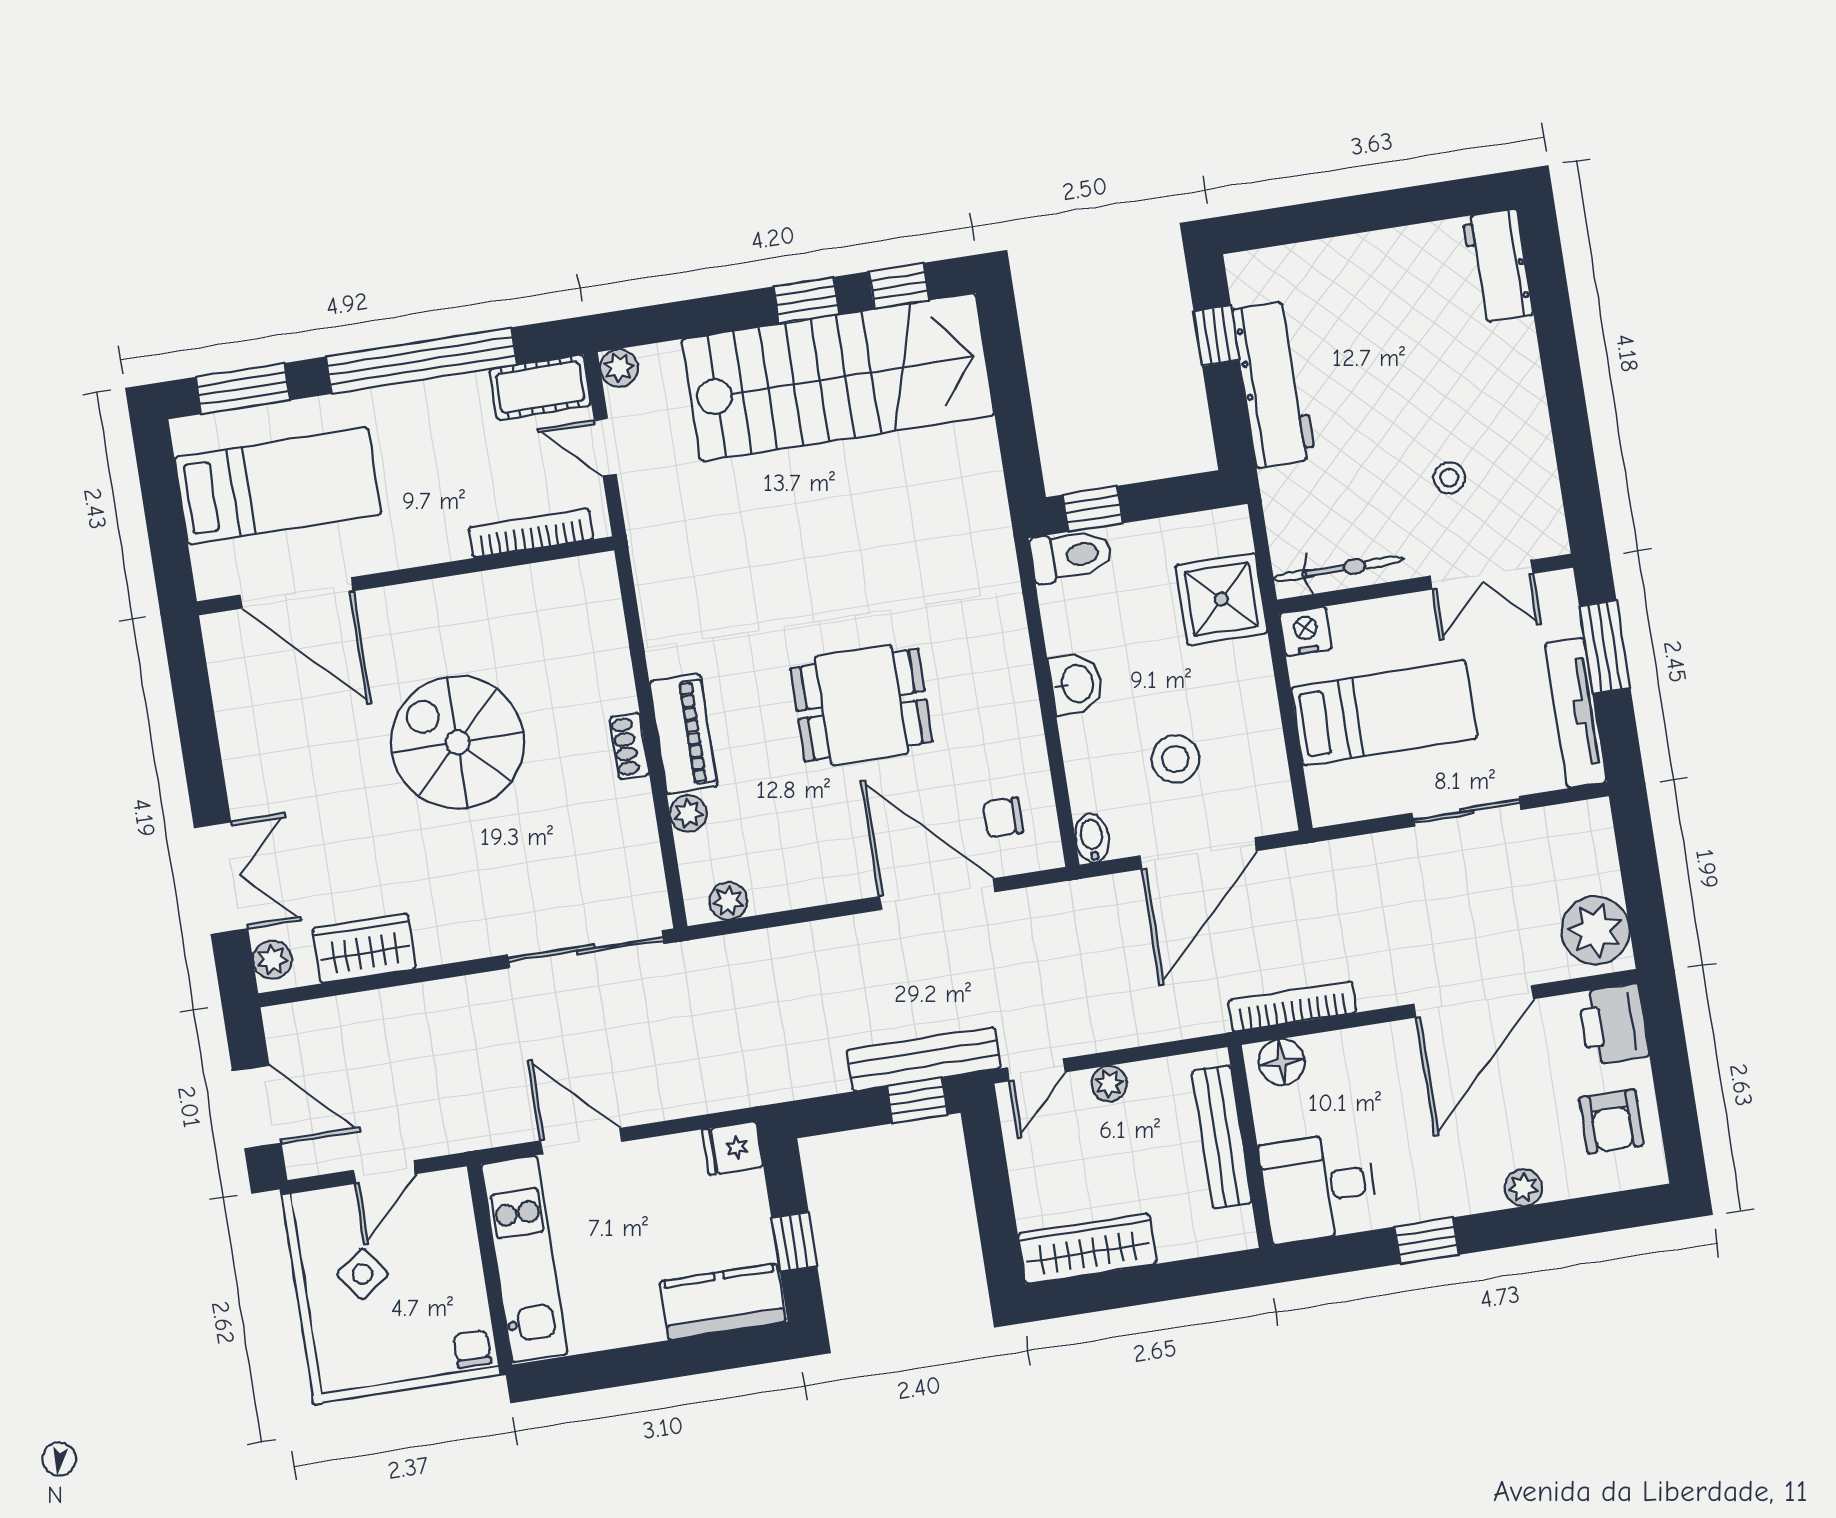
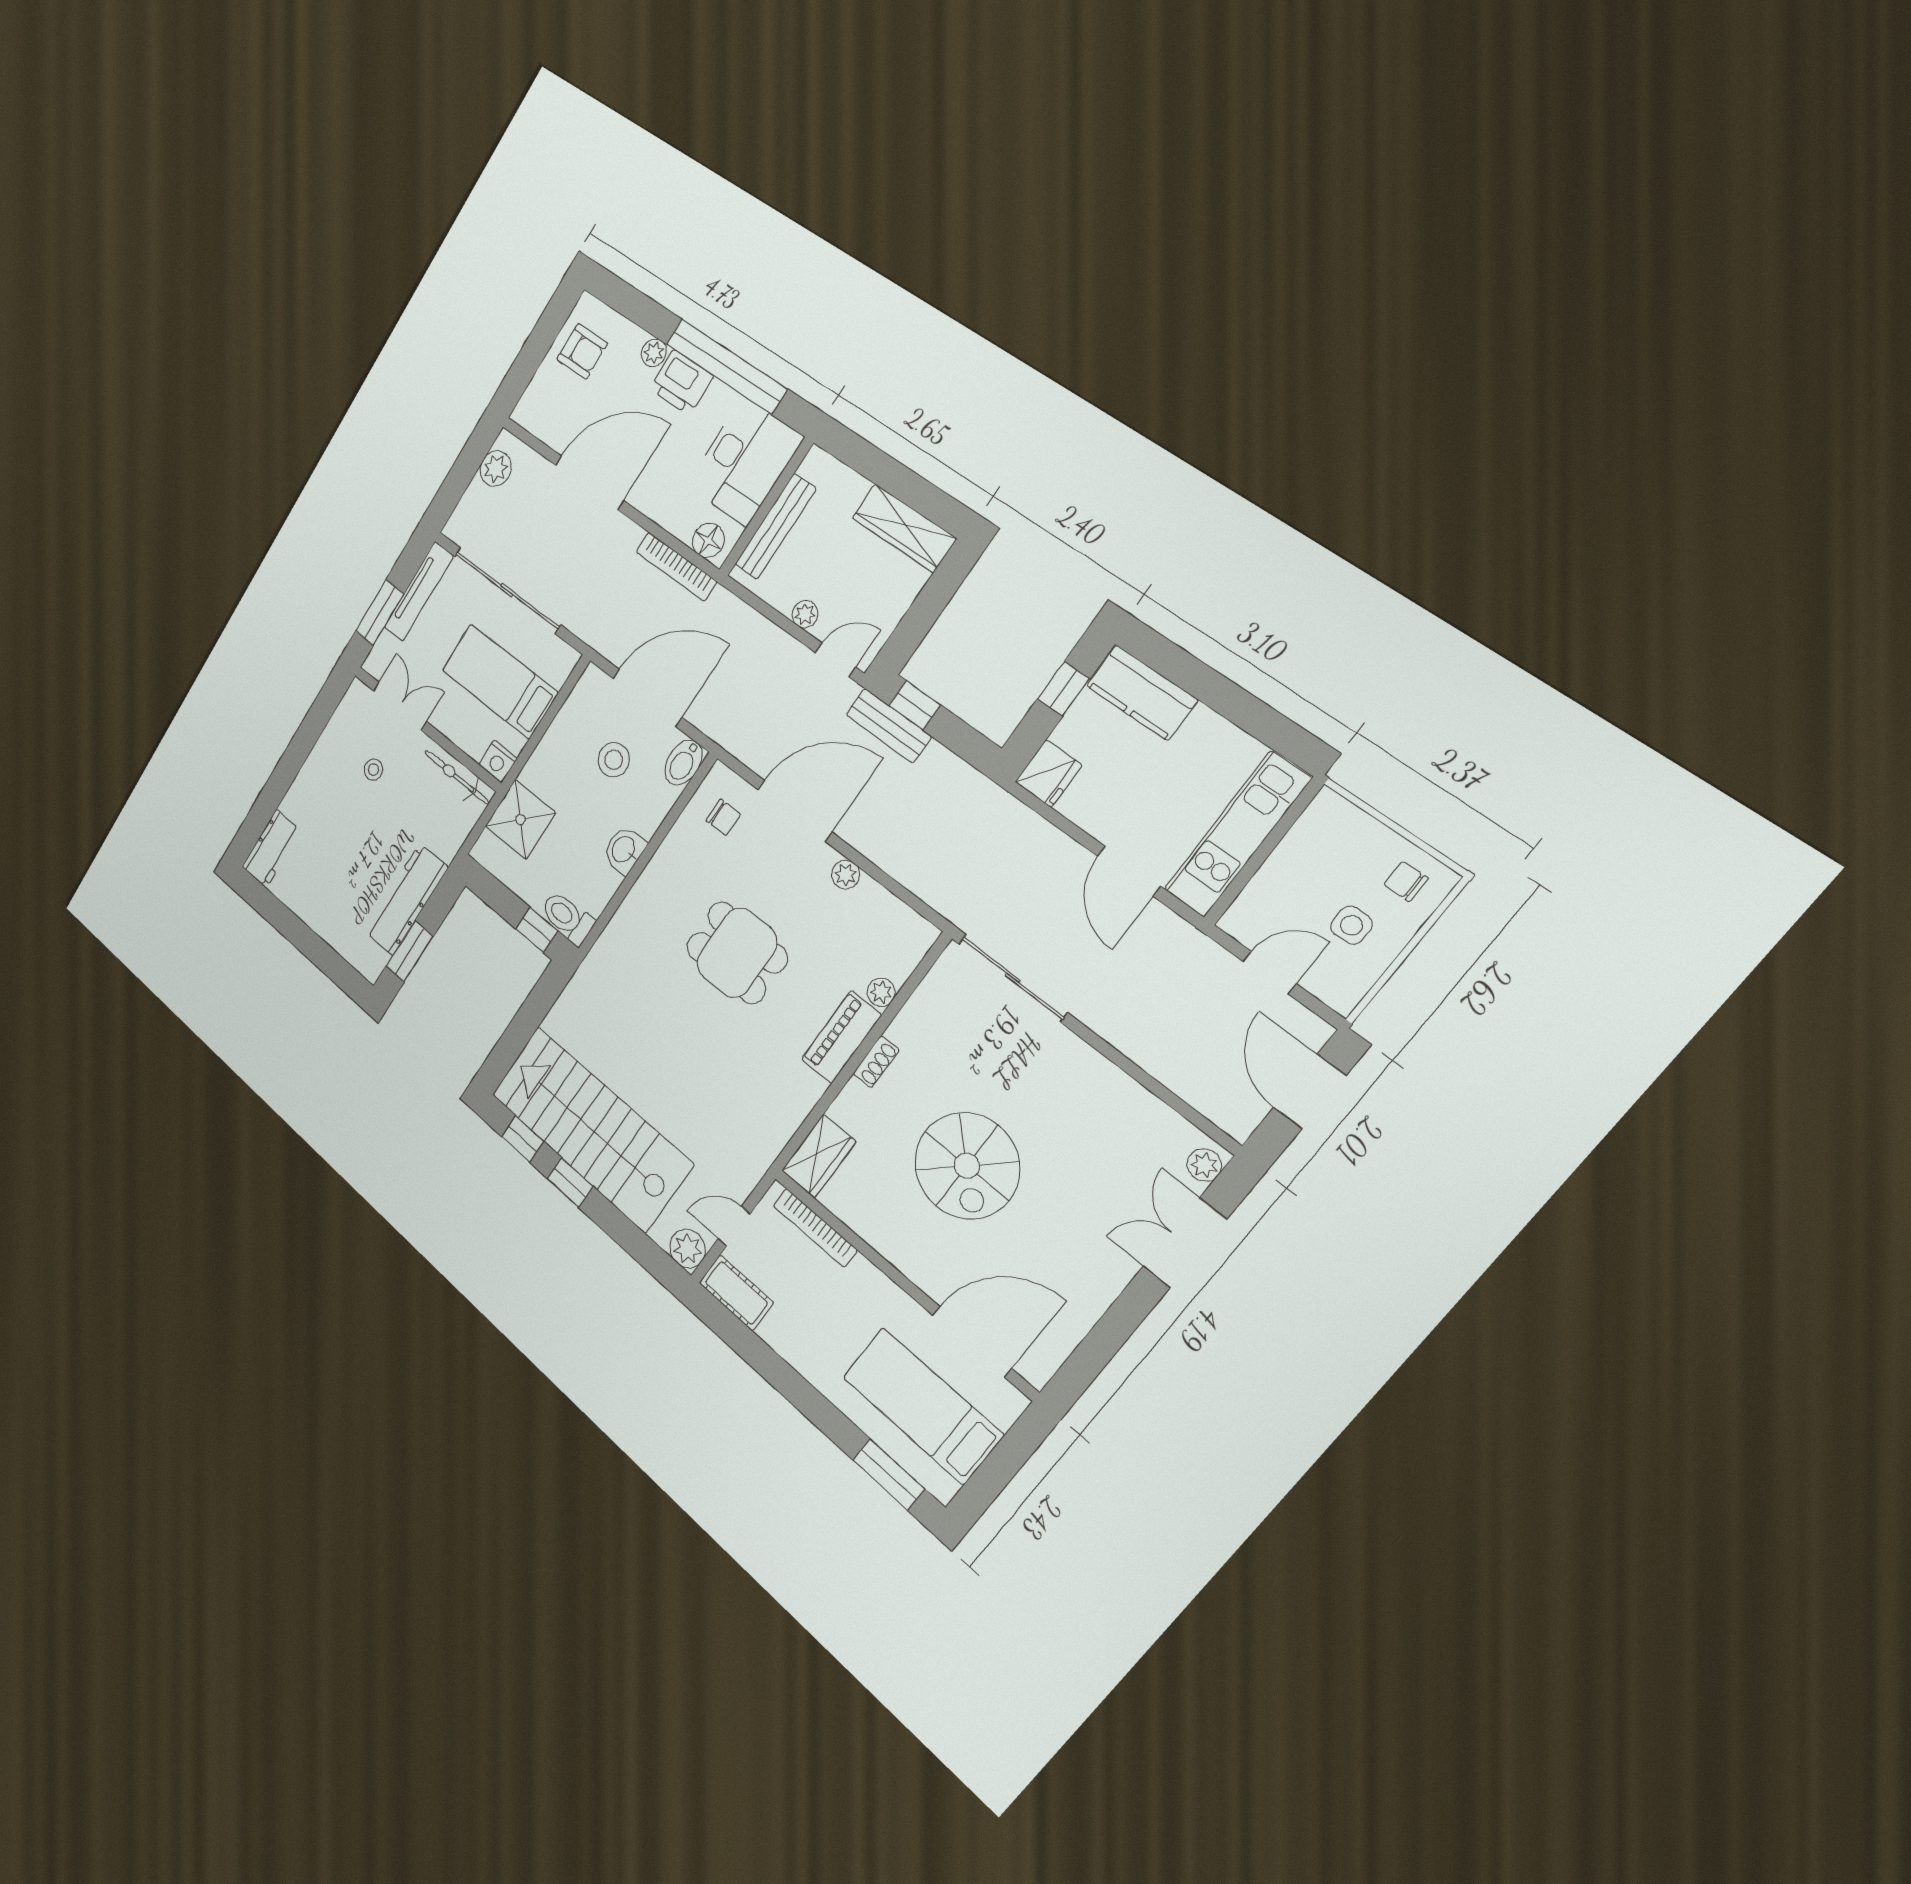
window: (1217, 336) -> (410, 951), width x1.50
window: (421, 361) -> (782, 1376), removed
plant: (619, 368) -> (688, 1249), width x1.38, depth x1.38
door: (605, 447) -> (734, 1226), swing flipped
door: (297, 593) -> (972, 1342), hinge flipped
sliding door: (1467, 811) -> (507, 590), width x1.86
bidet: (1092, 838) -> (683, 763), width x1.38, depth x1.36
door: (937, 894) -> (795, 811), swing flipped
plant: (728, 901) -> (846, 875), moved
plant: (1595, 930) -> (496, 468), width x0.73, depth x0.73
wardrobe: (364, 948) -> (819, 1156), moved, turned -90
printer: (1614, 1024) -> (681, 382), moved, turned 90
bench: (924, 1059) -> (889, 726), width x0.73
armchair: (1611, 1121) -> (582, 351), turned 90
fridge: (733, 1148) -> (1049, 773), width x1.38
desk: (1319, 1187) -> (745, 462), width x1.37
window: (1426, 1241) -> (726, 366), width x3.17
side table: (362, 1274) -> (1352, 925), turned 35
chair: (472, 1349) -> (1406, 881), moved, turned 90

